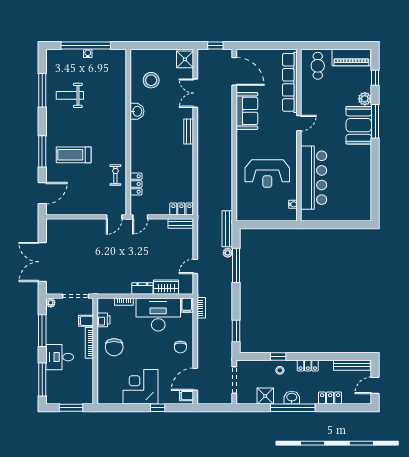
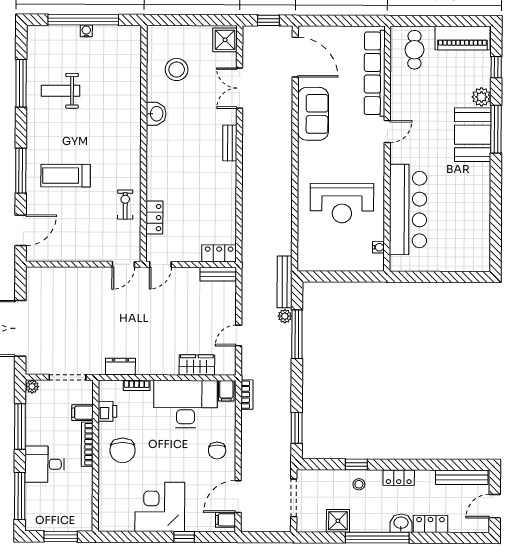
dresser: (142, 288) -> (120, 367), moved
washbasin: (292, 398) -> (401, 523), moved

